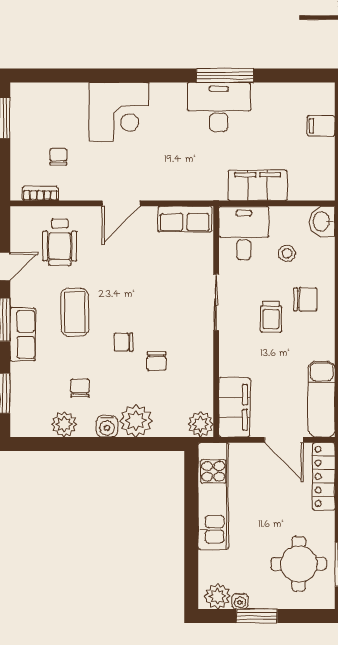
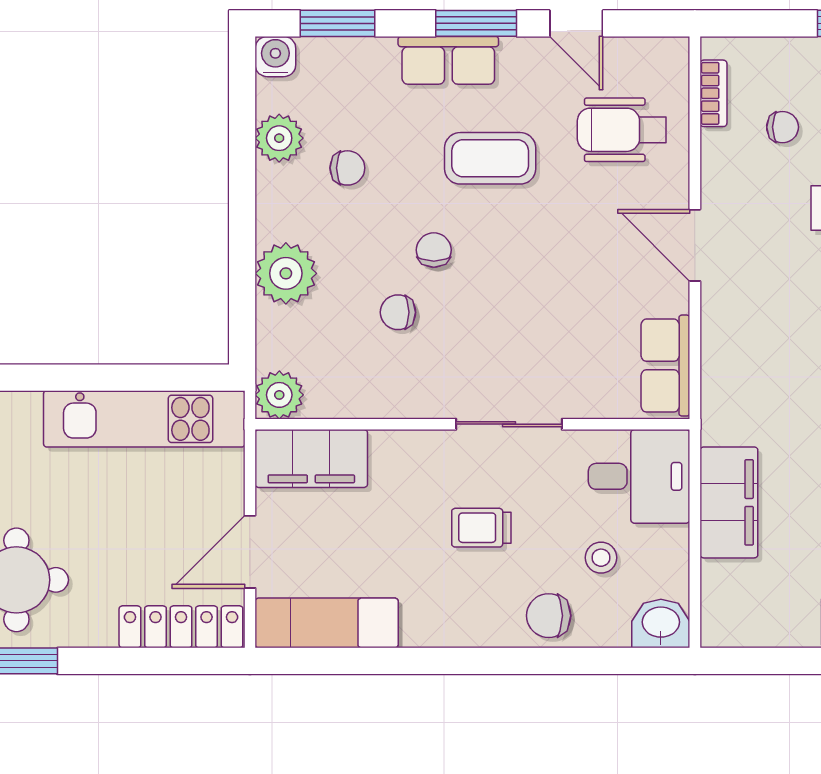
chair: (305, 299) -> (549, 616), moved, turned 90
water cooler: (107, 426) -> (275, 57), moved, turned 90

